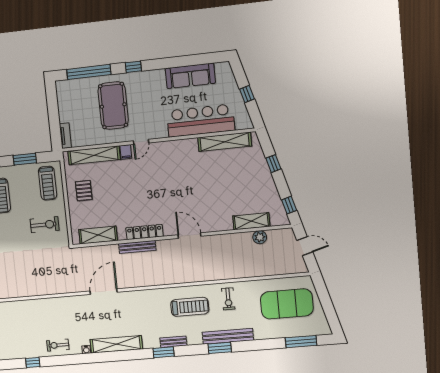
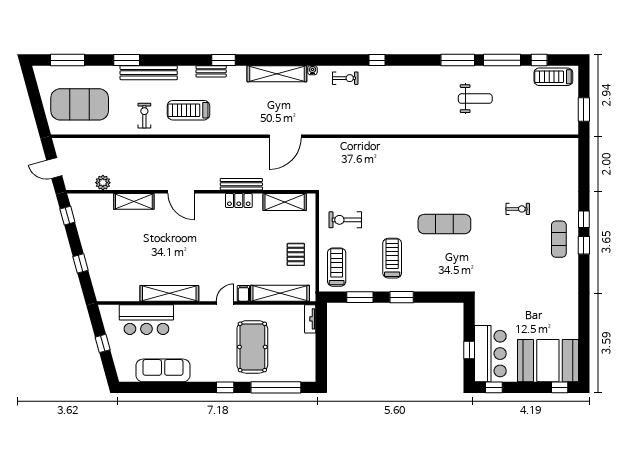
bar counter: (201, 121) -> (146, 320), width x0.73
shelving: (225, 142) -> (169, 293), moved
shelving: (251, 221) -> (134, 201), moved
locker: (144, 232) -> (239, 200), width x0.66
window: (220, 348) -> (127, 60), moved

